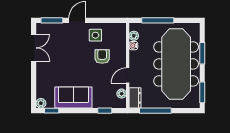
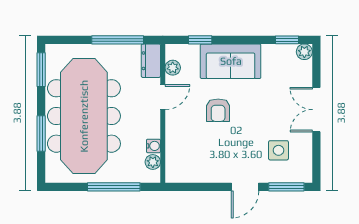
side table: (95, 35) -> (278, 150), moved
double door: (34, 48) -> (316, 110), moved
armchair: (102, 56) -> (218, 110), moved
sofa: (73, 97) -> (231, 61), moved

